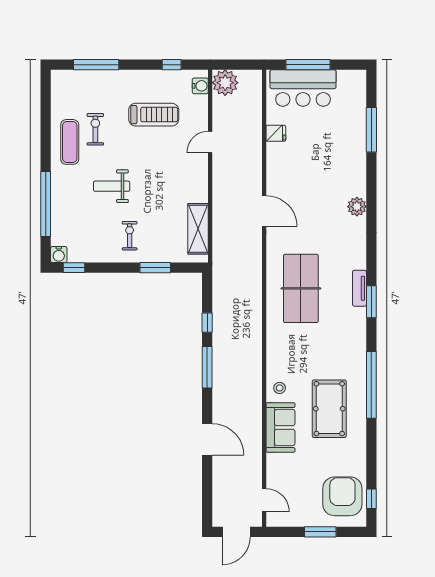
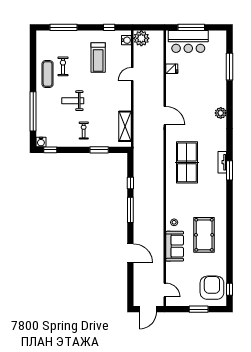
treadmill: (154, 115) -> (98, 58), turned 90
window: (371, 385) -> (229, 220), removed

